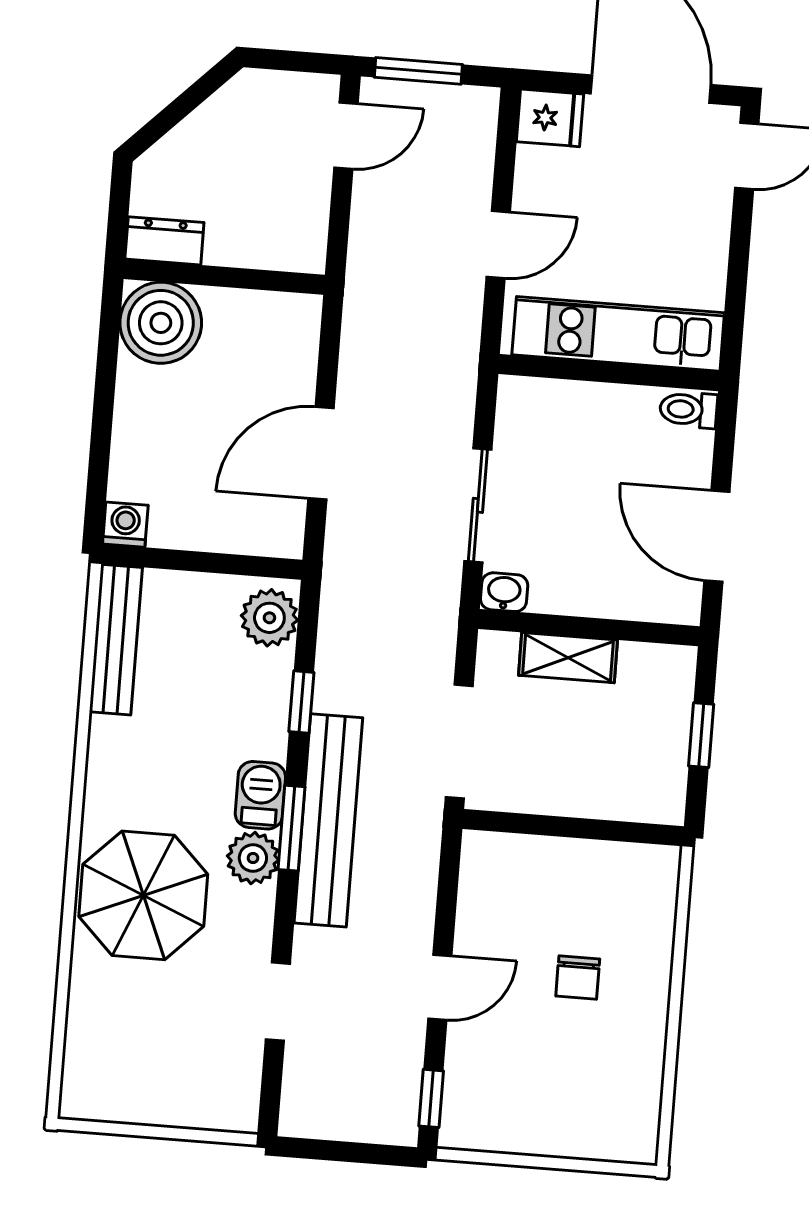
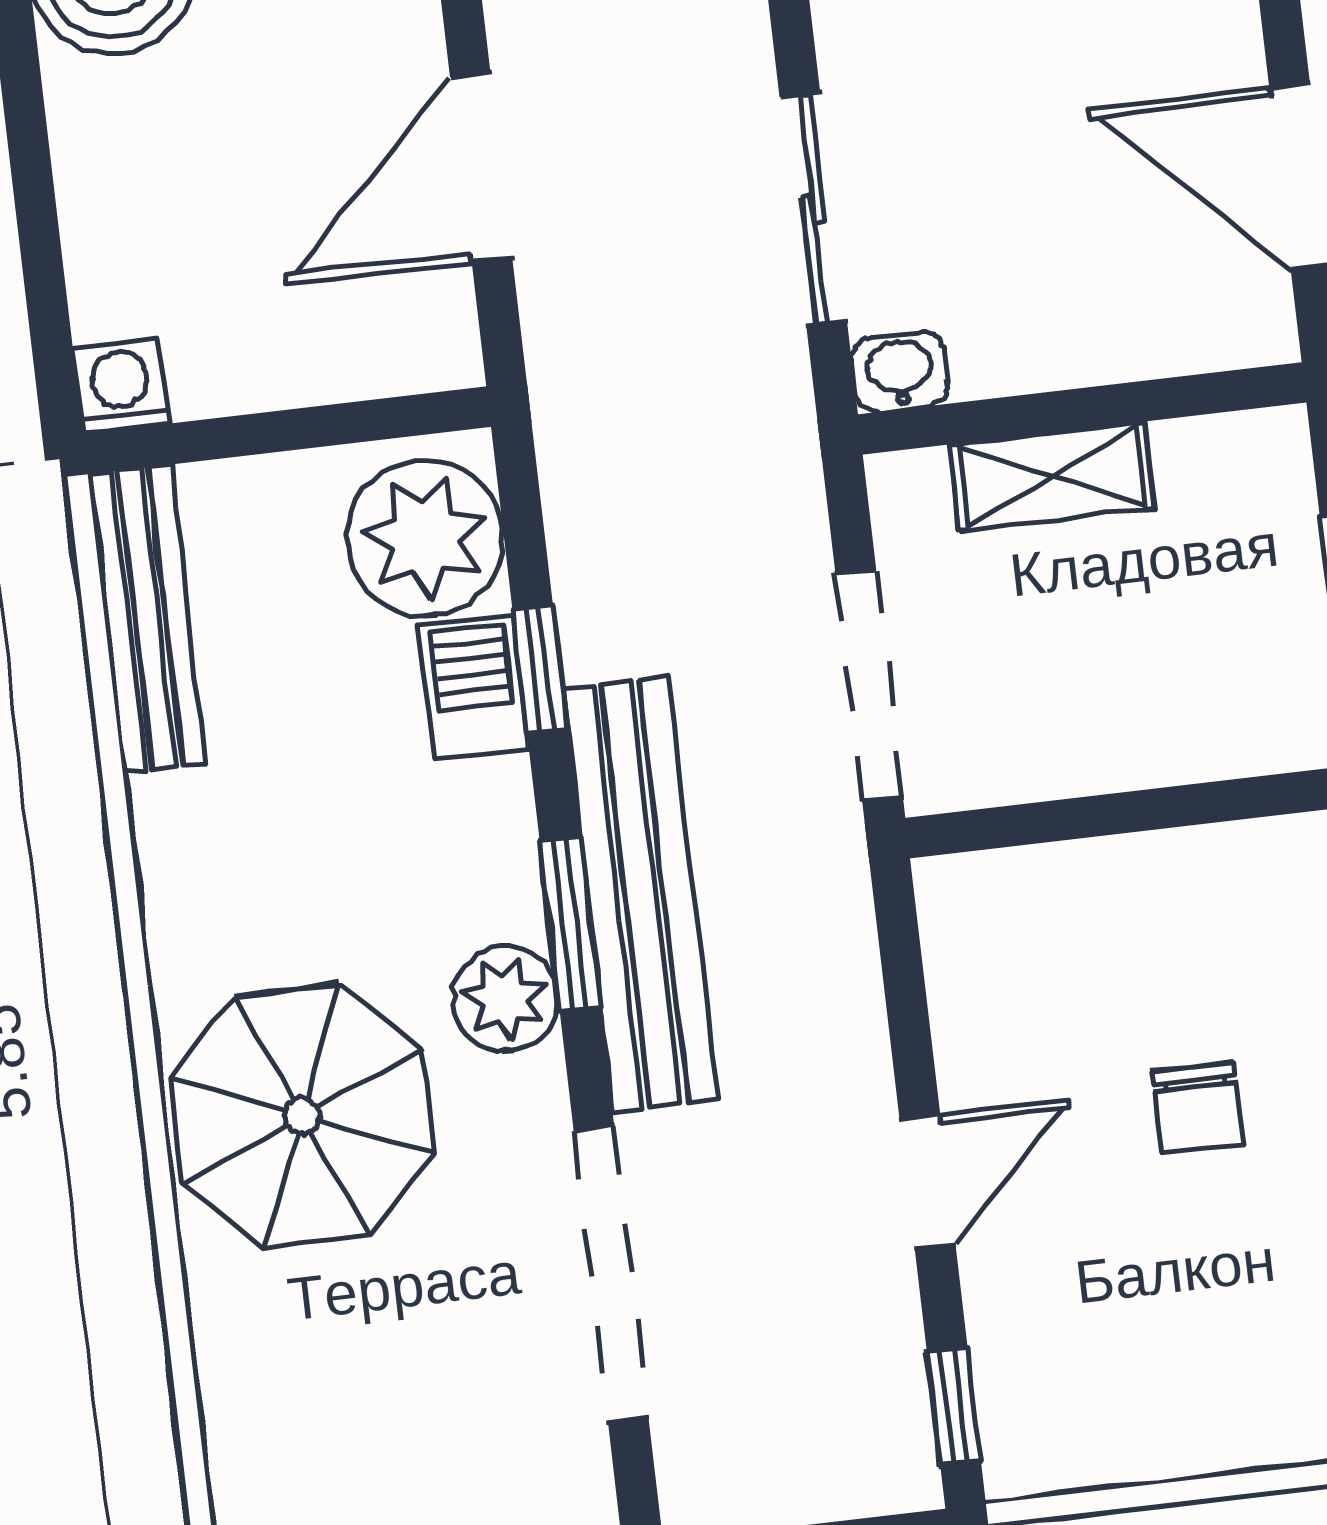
plant: (269, 618) -> (425, 538), width x1.36, depth x1.36
barbecue: (260, 795) -> (474, 687), moved
doorway: (278, 1001) -> (611, 1274), width x1.88

